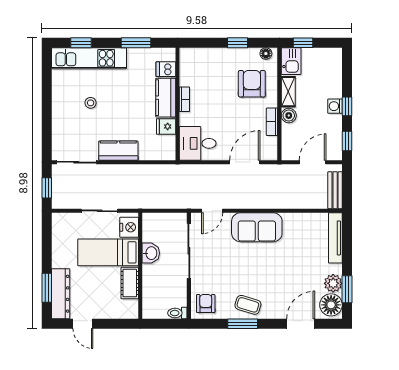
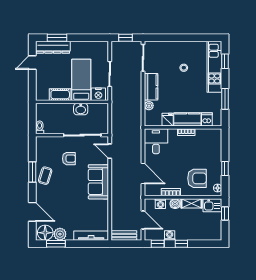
washing machine: (335, 106) -> (170, 235), moved
washing machine: (289, 137) -> (160, 204), added
plant: (146, 154) -> (149, 106), added
armchair: (206, 304) -> (69, 159), moved

